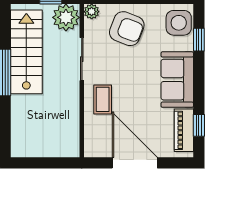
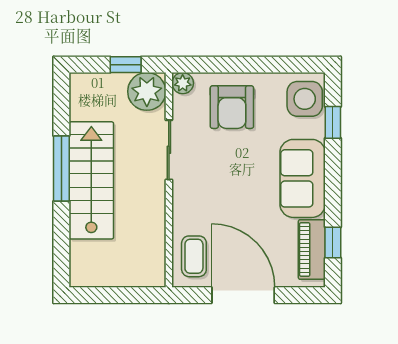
armchair: (127, 29) -> (232, 107), turned 69
stairs: (26, 52) -> (91, 180), moved
coffee table: (103, 99) -> (194, 256), moved

